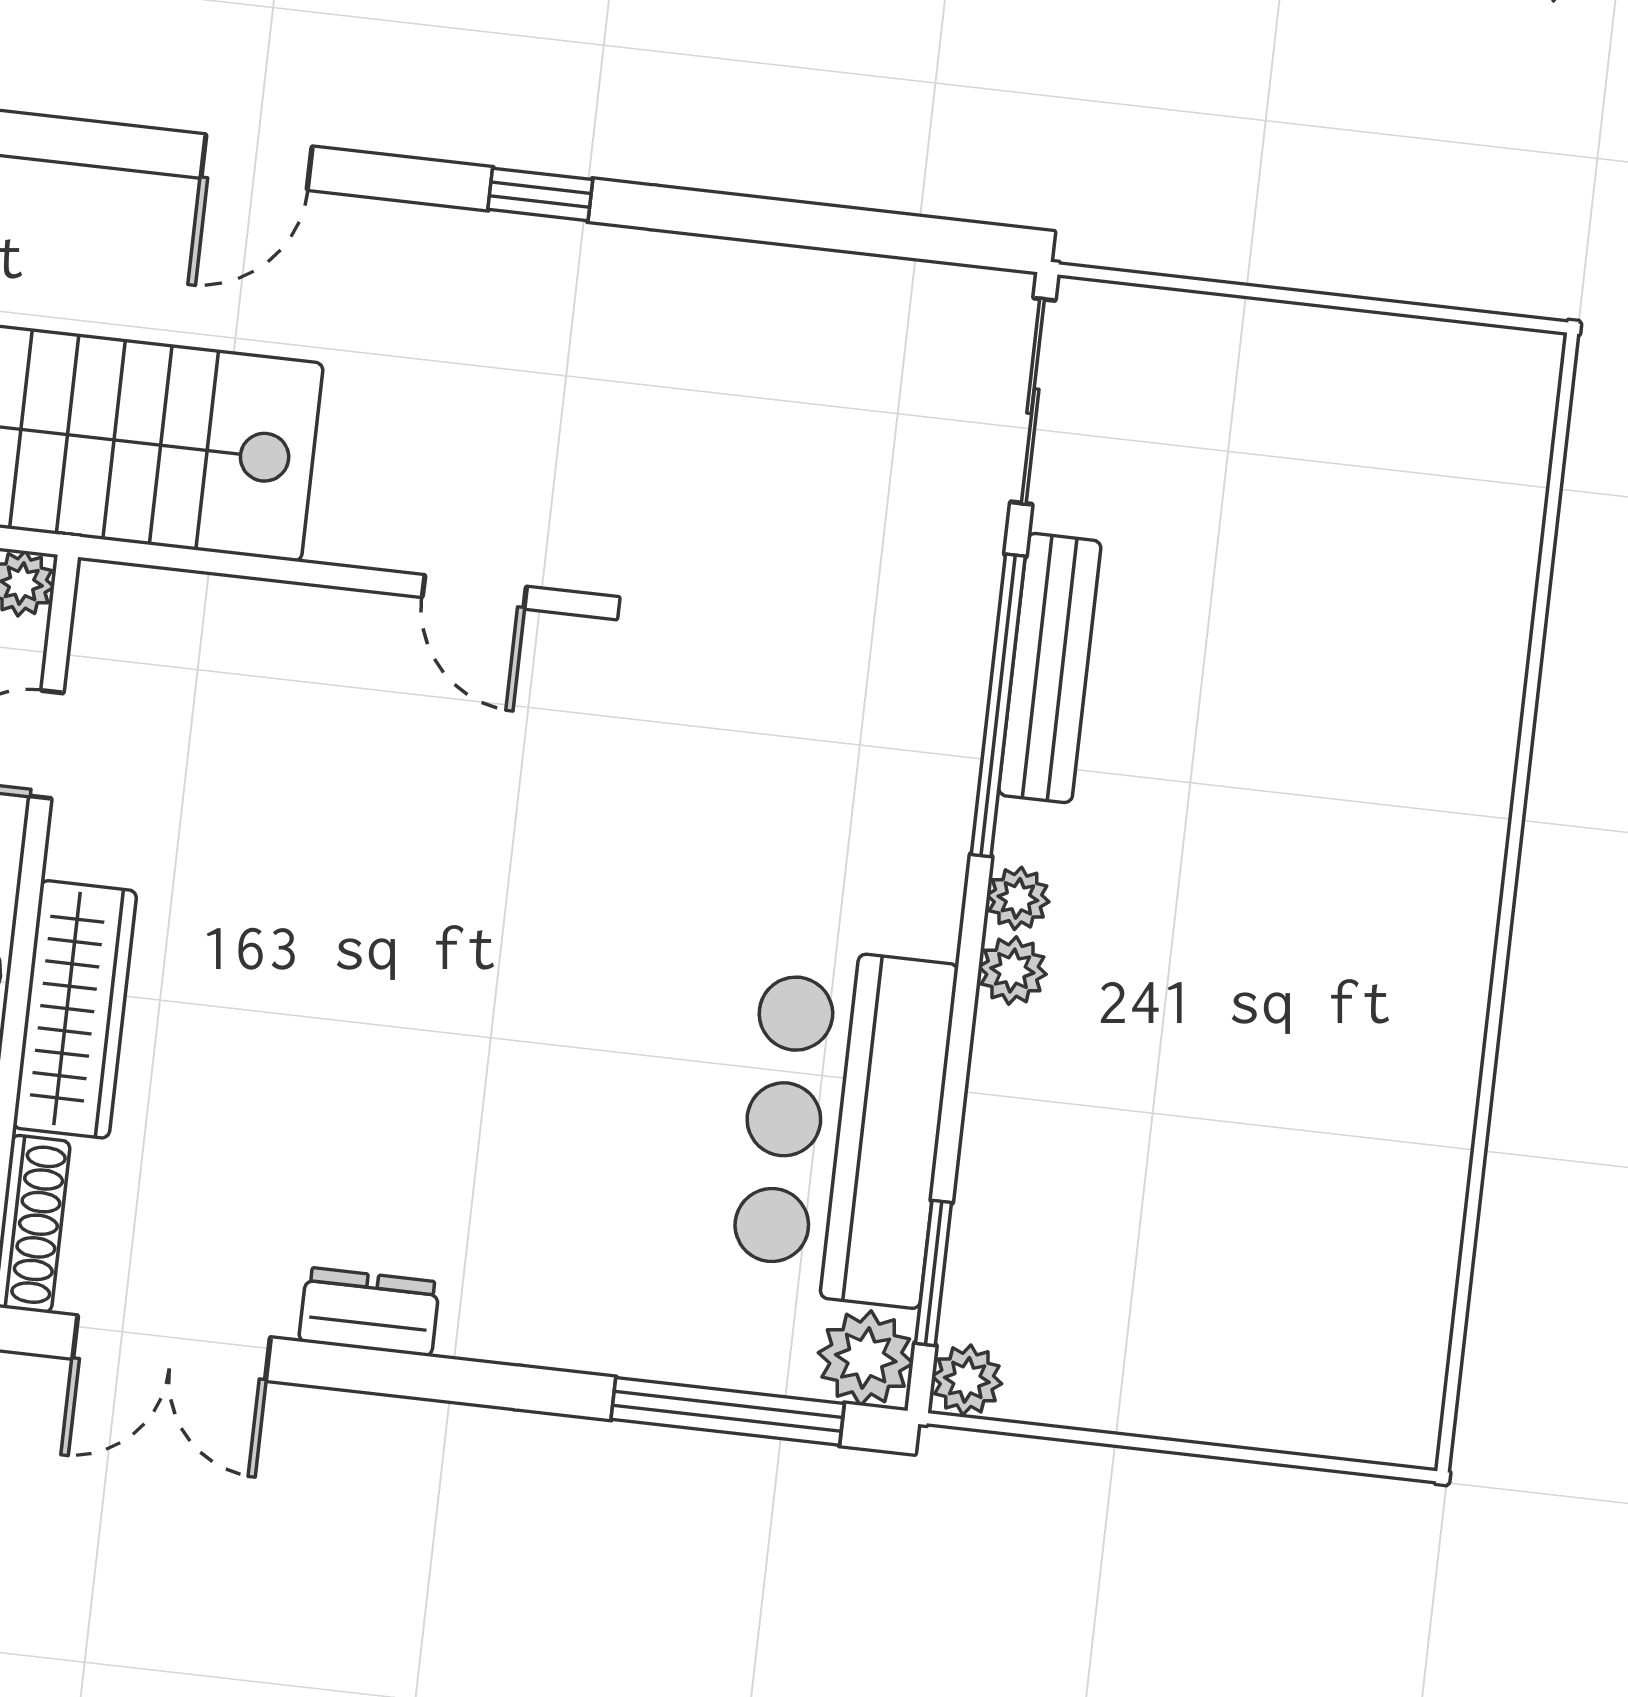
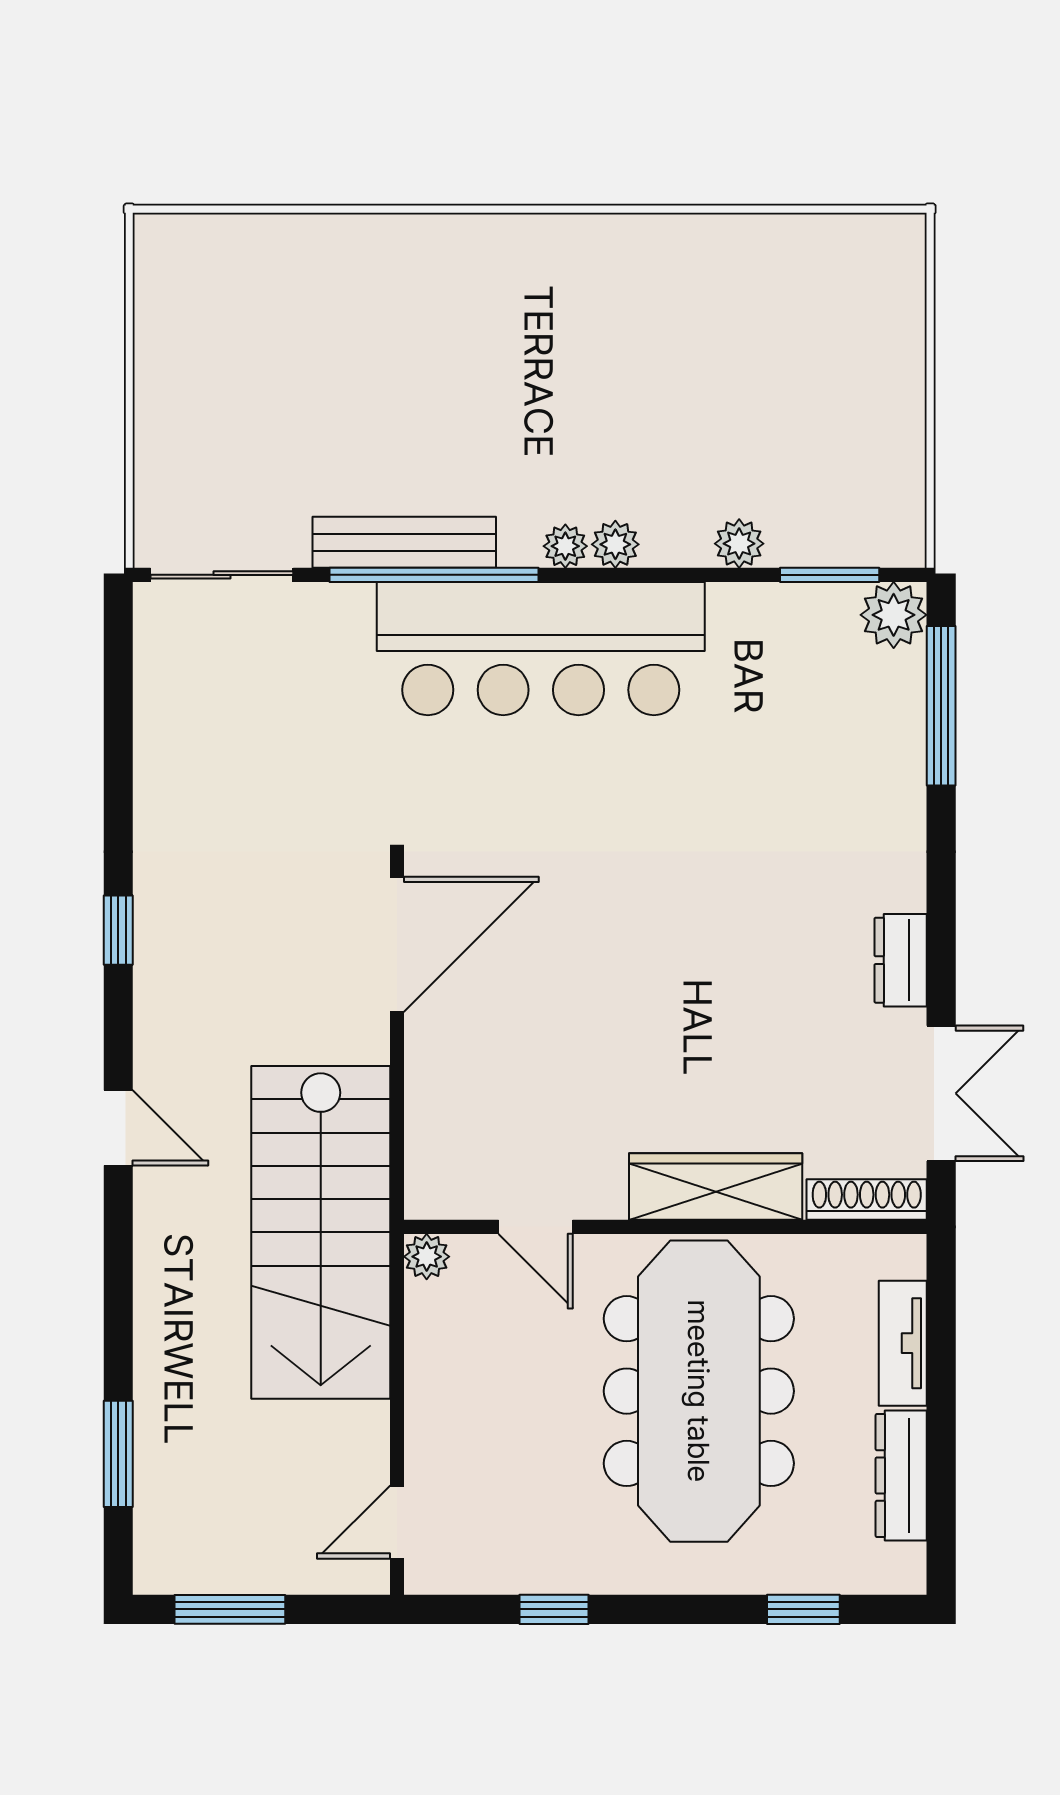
door: (474, 592) -> (397, 944), width x1.88
bar counter: (843, 1126) -> (541, 649), moved, width x1.36
plant: (967, 1380) -> (739, 544), moved

